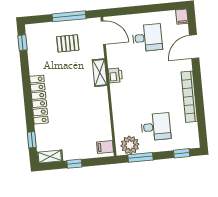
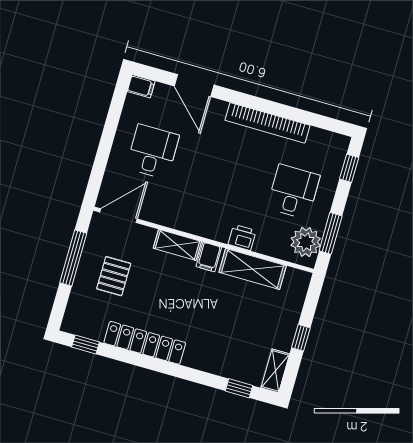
printer: (115, 75) -> (242, 237), moved
locker: (39, 100) -> (145, 343), moved
shelving: (103, 121) -> (253, 269), added
filing cabinet: (105, 147) -> (209, 257), moved

